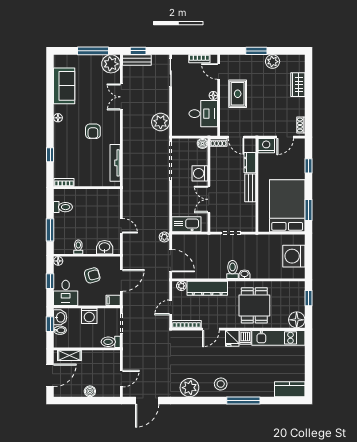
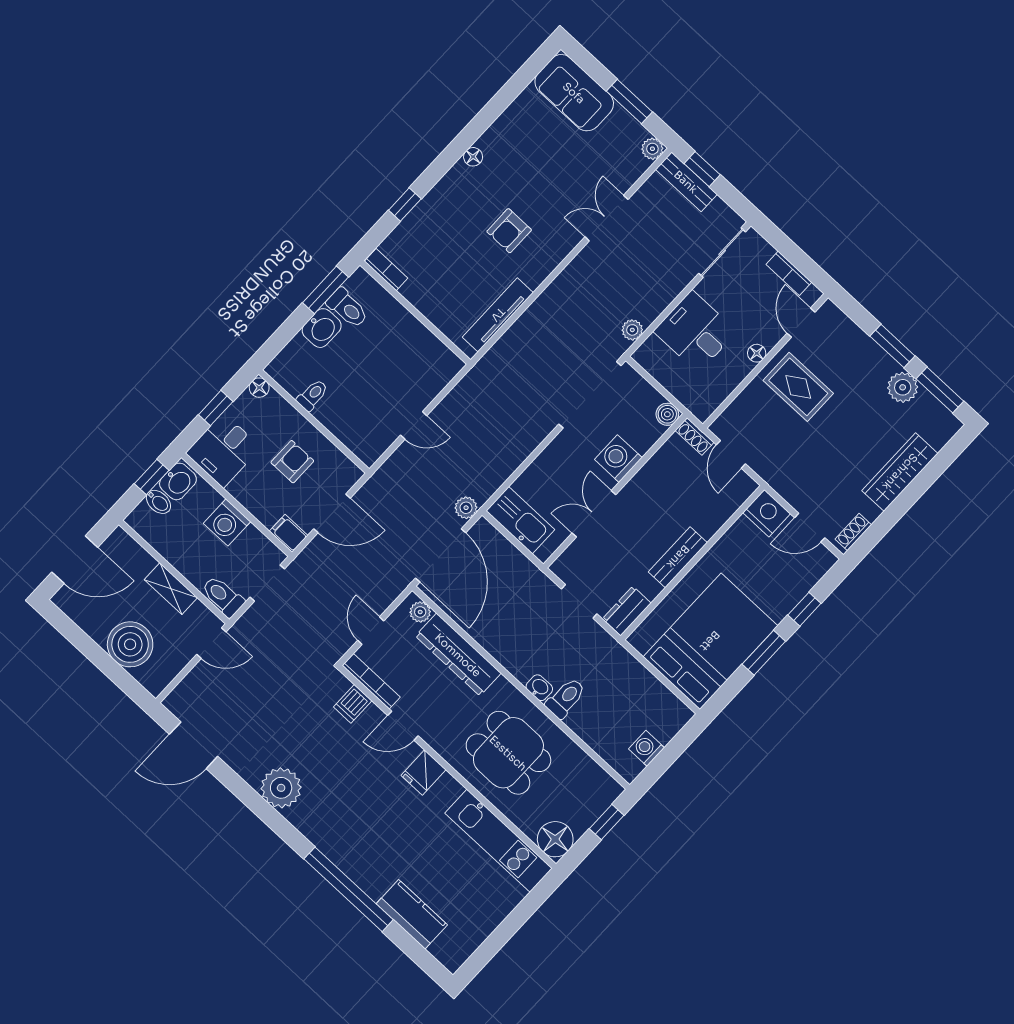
window: (93, 51) -> (629, 102), width x0.69
window: (286, 51) -> (940, 390), added
plant: (111, 64) -> (652, 149), width x0.53, depth x0.53
wardrobe: (298, 85) -> (900, 472), width x1.50
sofa: (64, 86) -> (574, 93), moved, turned 90
rug: (238, 94) -> (798, 387), turned 90
desk: (203, 114) -> (695, 331), moved, turned 180
plant: (161, 122) -> (632, 330), width x0.53, depth x0.53
dresser: (250, 163) -> (627, 611), moved
window: (309, 210) -> (764, 653), moved
door: (121, 226) -> (414, 425), hinge flipped
window: (50, 230) -> (325, 290), moved
washbasin: (105, 247) -> (322, 328), moved, turned 90
washing machine: (294, 256) -> (646, 748), width x0.53, depth x0.53
door: (171, 261) -> (441, 555), width x1.36
toilet: (232, 270) -> (566, 698), moved
armchair: (92, 275) -> (292, 462), turned -75
dining table: (254, 305) -> (508, 753), turned 90
door: (171, 307) -> (371, 631), hinge flipped
dishwasher: (245, 337) -> (353, 704), moved
shelving: (69, 355) -> (171, 589), moved
door: (121, 379) -> (211, 643), moved
stool: (221, 384) -> (337, 829), removed
kitchen counter: (290, 389) -> (412, 914), moved
boiler: (90, 391) -> (130, 644), width x1.86, depth x1.86
window: (243, 400) -> (349, 889), width x1.46

